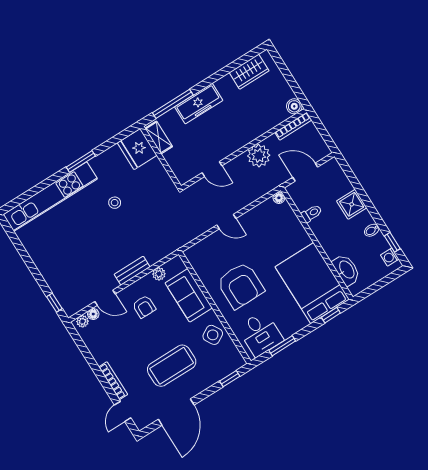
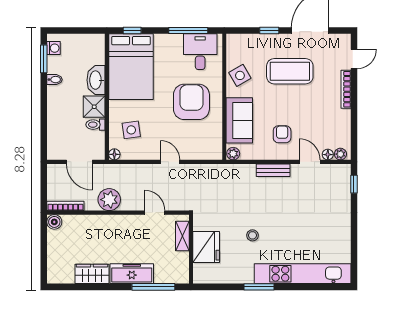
wardrobe: (249, 72) -> (92, 274), moved
shelving: (159, 137) -> (182, 236), moved
fridge: (137, 149) -> (206, 247), moved
shower: (352, 204) -> (94, 107), moved
side table: (278, 228) -> (131, 130), added
window: (392, 242) -> (44, 59), width x1.50
washbasin: (346, 270) -> (96, 80), moved
plant: (159, 274) -> (233, 154), moved
window: (282, 346) -> (188, 31), width x1.44
window: (230, 379) -> (269, 31), moved

